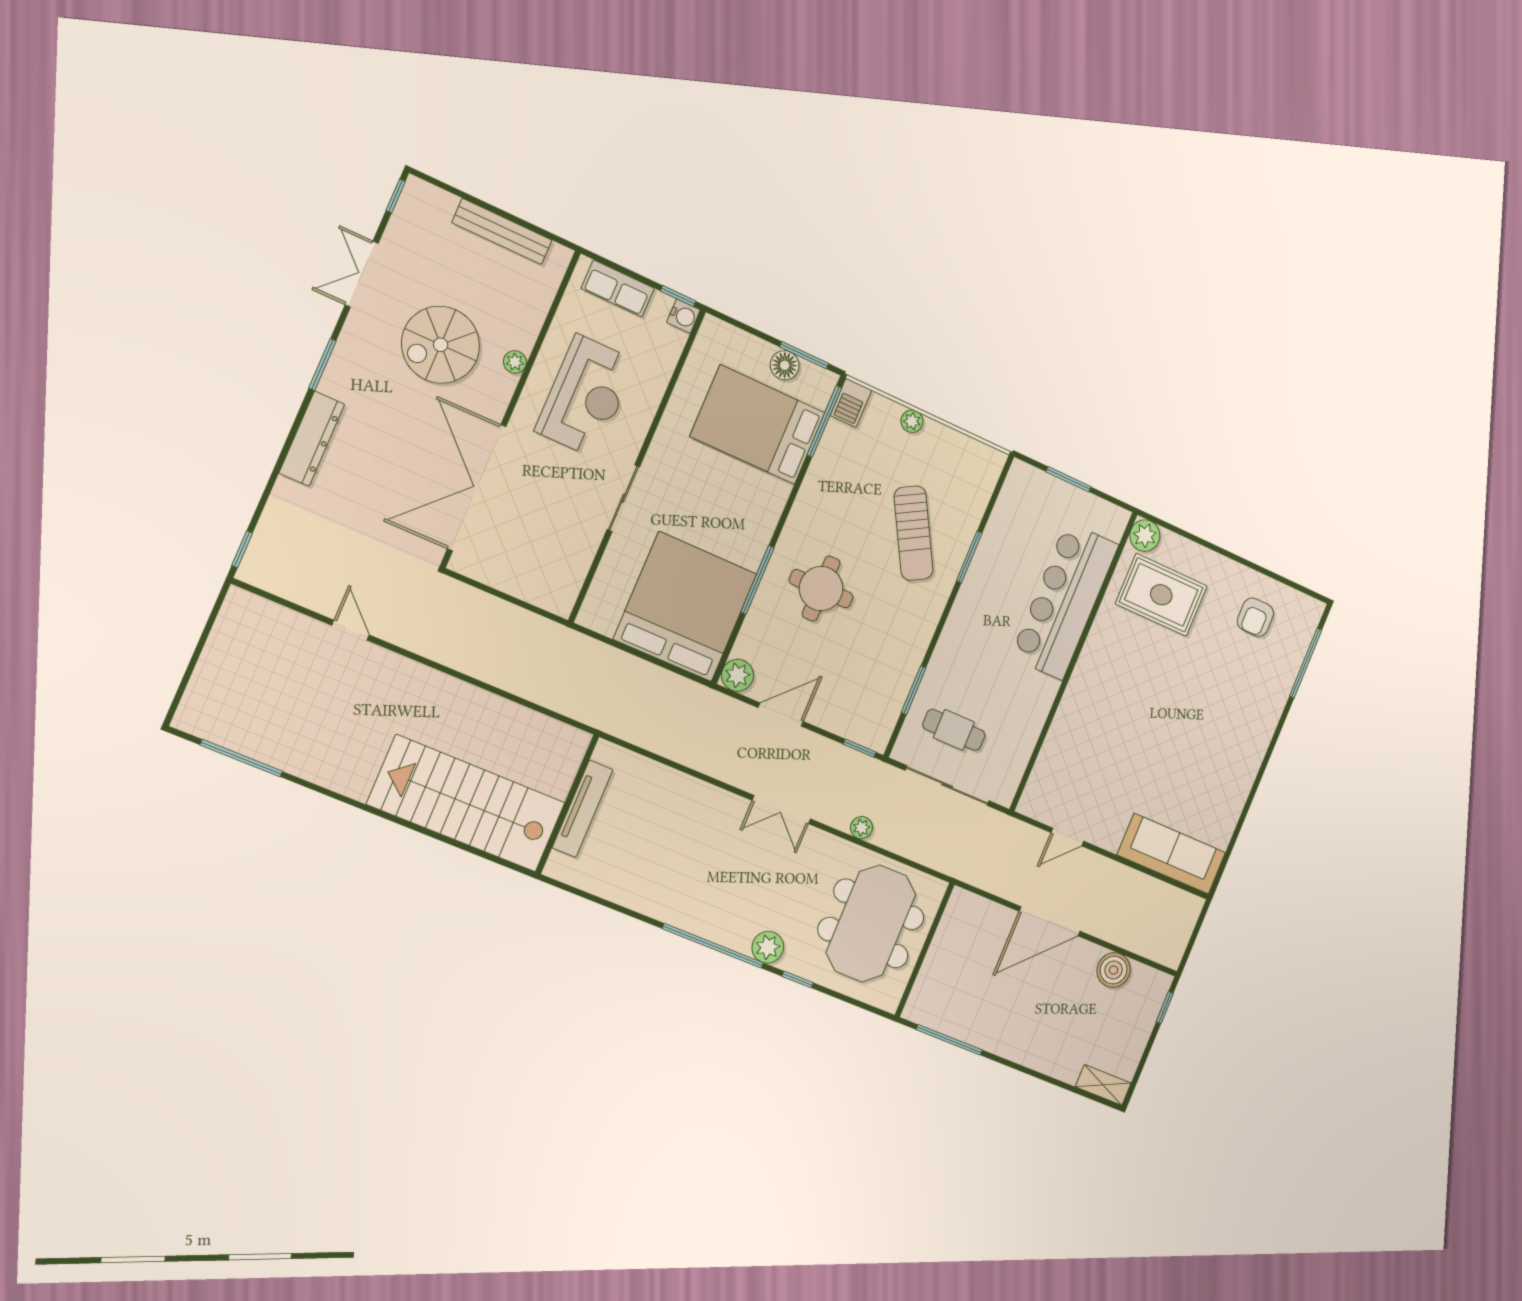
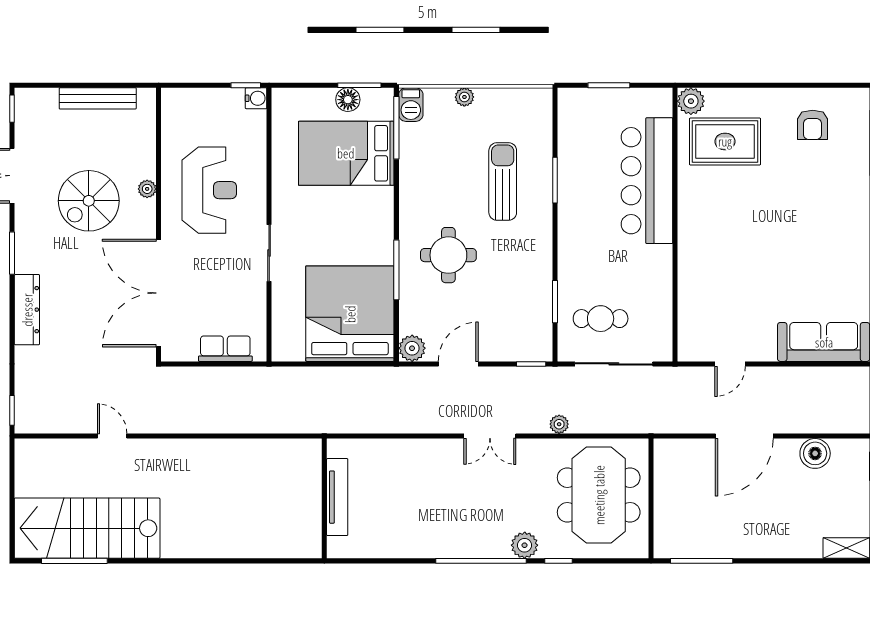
row of seats: (618, 288) -> (225, 349), moved, turned 180
sun lounger: (914, 533) -> (503, 182), turned -151
stairs: (466, 803) -> (87, 528), moved

